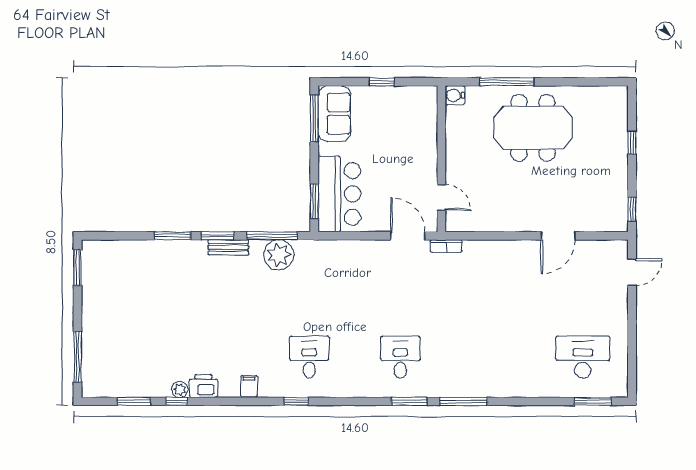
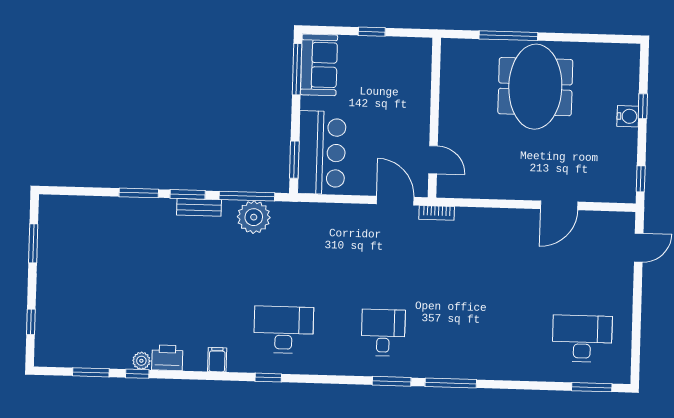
water cooler: (455, 95) -> (628, 116), moved, turned 180
meeting table: (533, 128) -> (535, 87), turned 90
window: (78, 267) -> (33, 243), moved
window: (78, 357) -> (31, 322), width x0.46
desk: (309, 357) -> (284, 330), width x1.37

